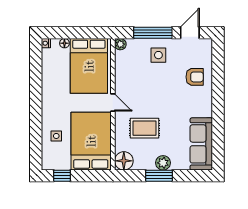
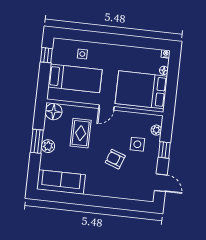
window: (153, 33) -> (164, 150), width x0.46
plant: (120, 44) -> (156, 130), moved
side table: (158, 55) -> (137, 144), moved
armchair: (195, 77) -> (115, 159), moved, turned 110
bed: (91, 141) -> (75, 78), width x0.67

